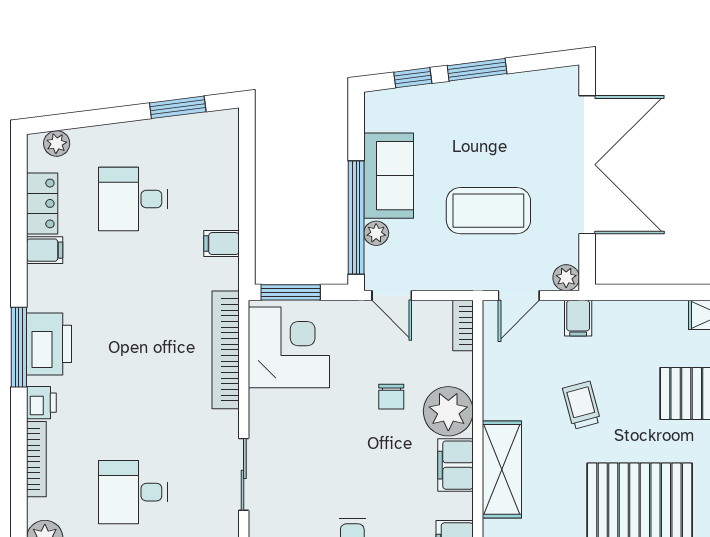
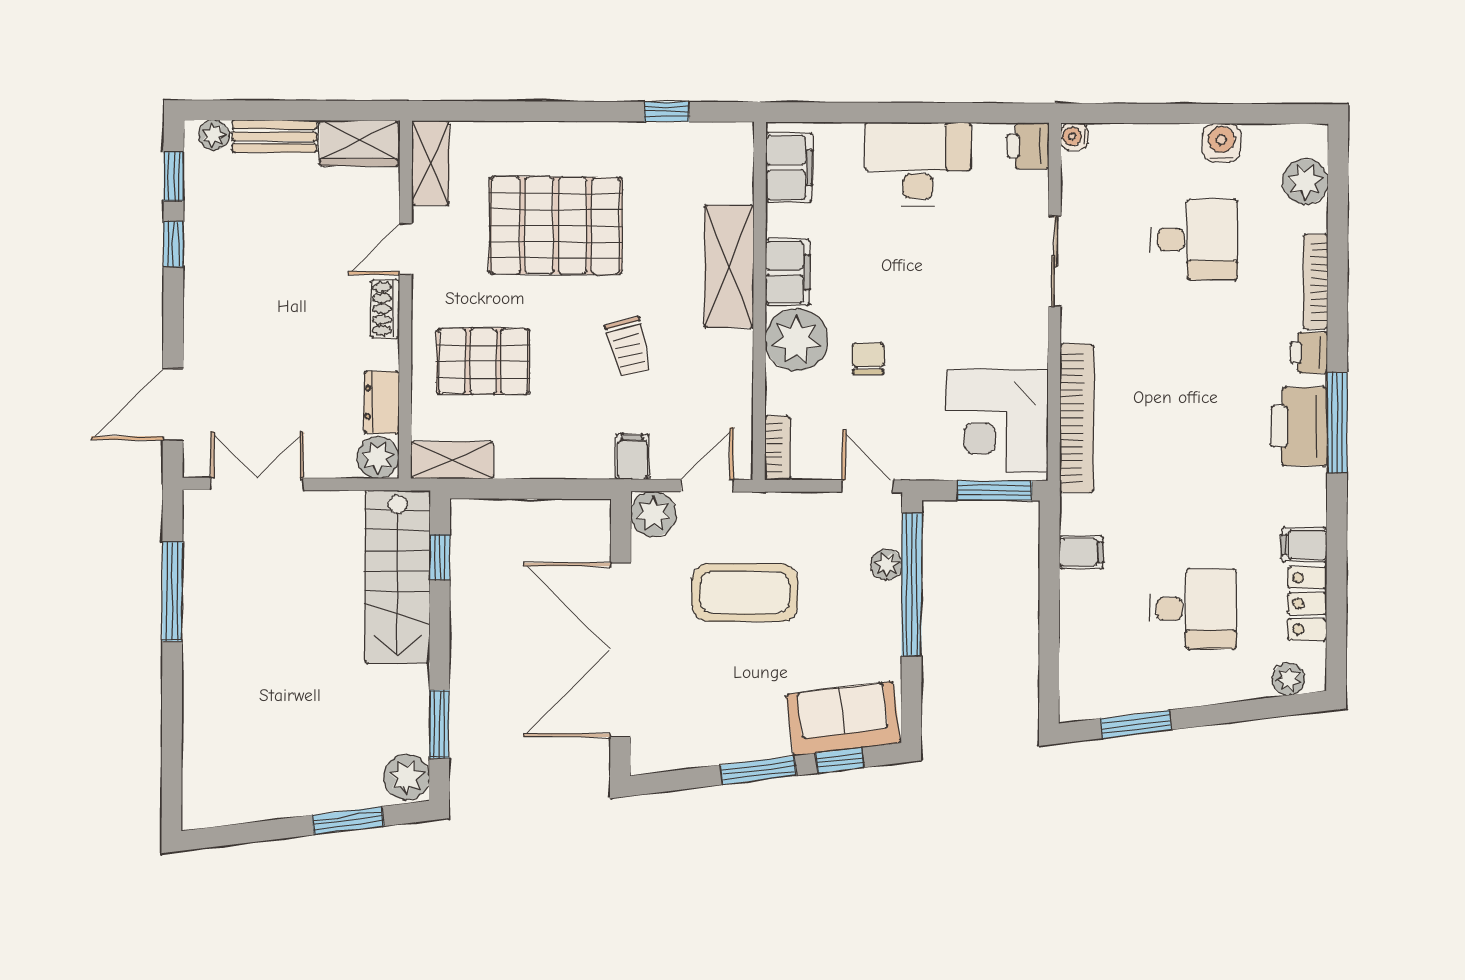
sofa: (389, 176) -> (843, 719), moved, turned 83
plant: (566, 278) -> (653, 514), width x1.38, depth x1.38

